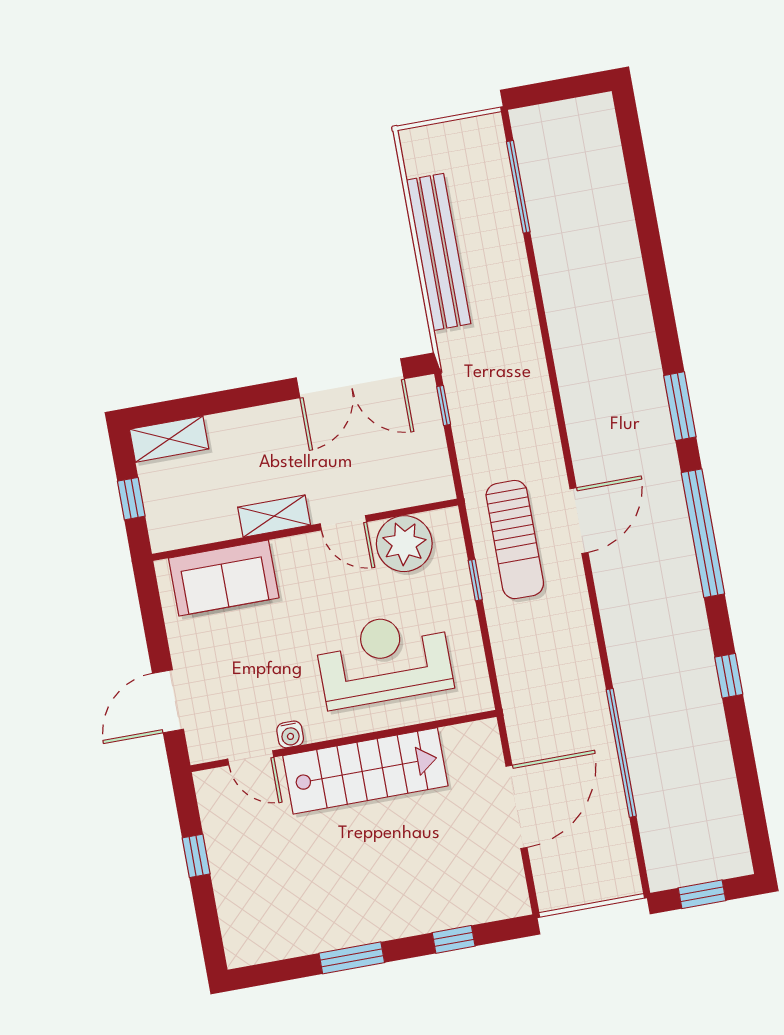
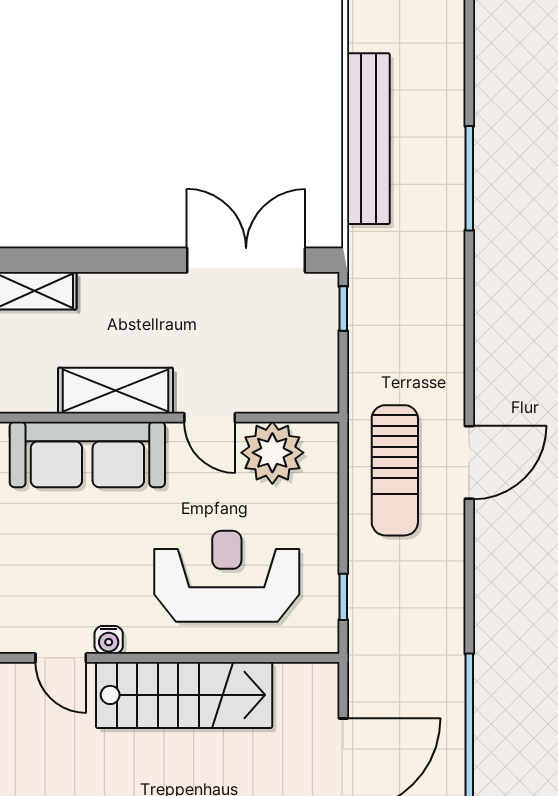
window: (518, 187) -> (469, 178), moved
double door: (350, 378) -> (246, 260), swing flipped
shelving: (274, 516) -> (116, 391), width x1.50, depth x1.33
sofa: (224, 578) -> (87, 454), width x1.36
window: (475, 580) -> (343, 597), moved

